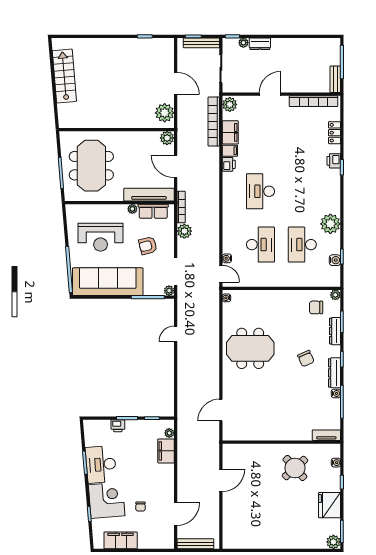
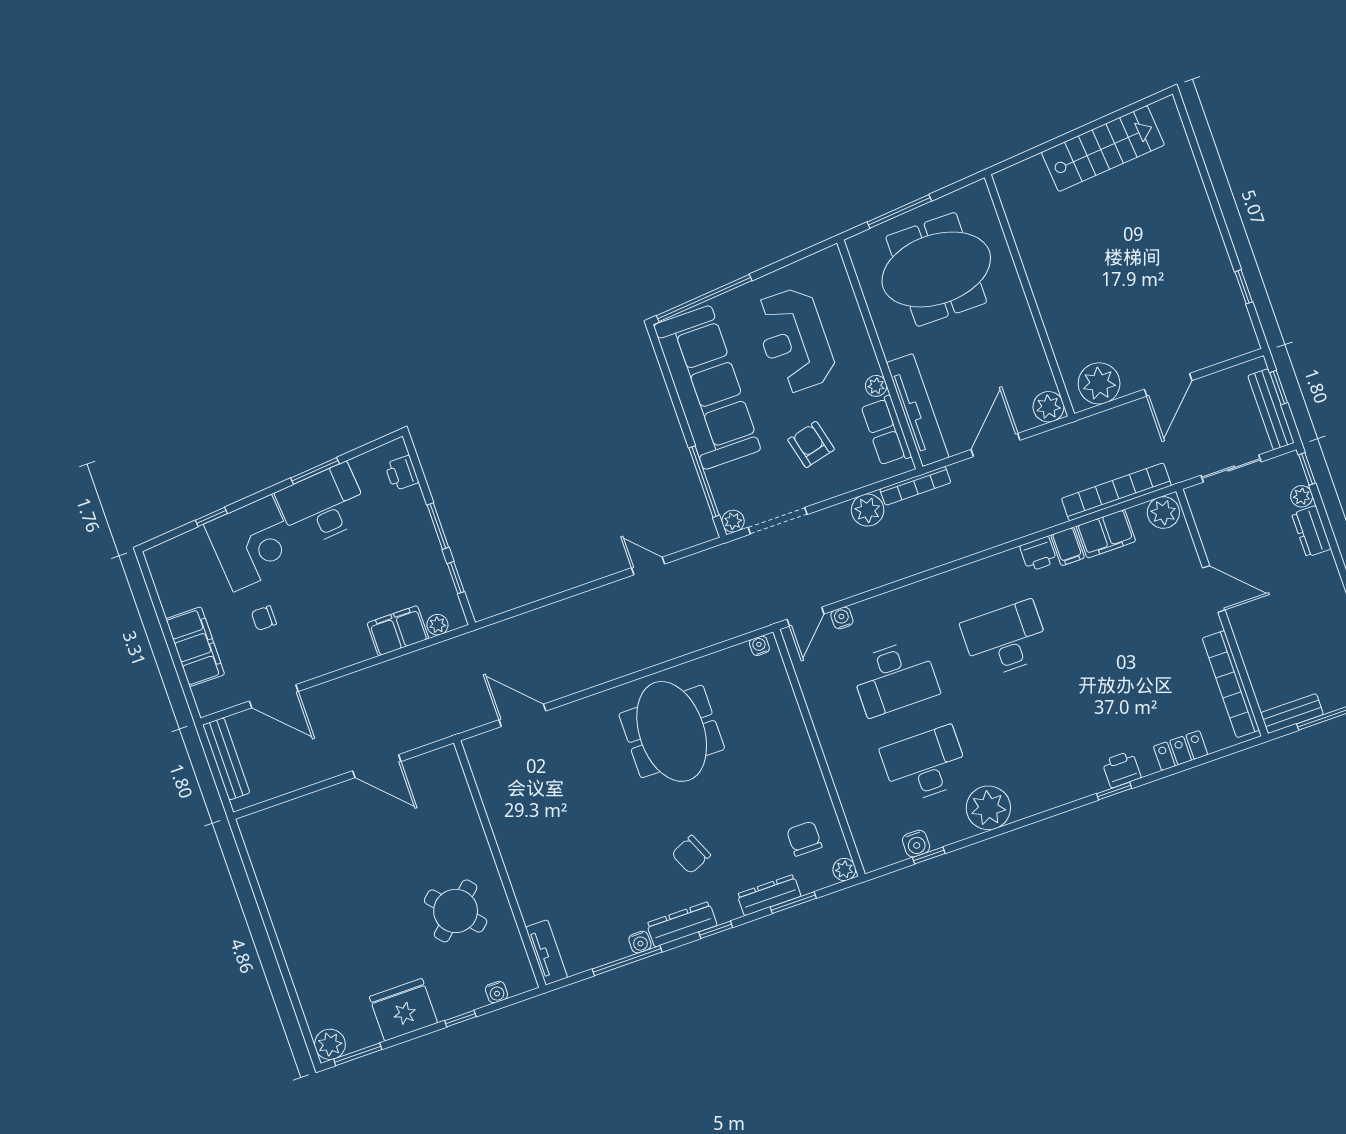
printer: (118, 426) -> (402, 473), moved
filing cabinet: (121, 540) -> (195, 647), moved

